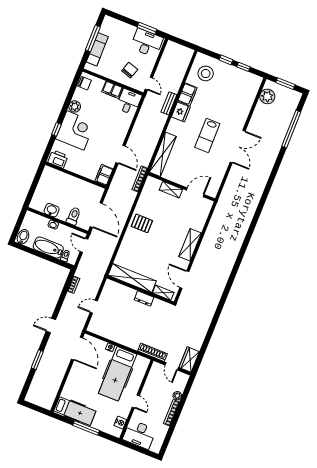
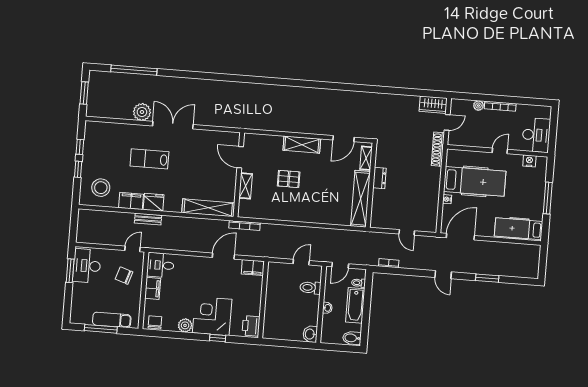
plant: (267, 96) -> (142, 112), moved
lab bench: (207, 136) -> (149, 159), moved, turned 180
washbasin: (52, 210) -> (310, 334), moved
door: (96, 215) -> (301, 262), width x0.53
pallet: (142, 223) -> (289, 179), moved, turned 90
hospital bed: (75, 411) -> (519, 229), moved, turned -90

